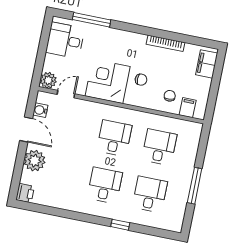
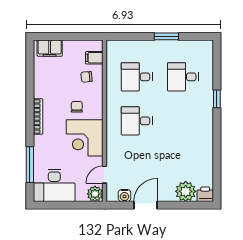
desk: (65, 40) -> (54, 185), width x1.37
bookcase: (166, 43) -> (38, 117), moved
door: (66, 94) -> (105, 175), hinge flipped
plant: (35, 161) -> (186, 191), moved
desk: (105, 185) -> (183, 121), removed
window: (195, 186) -> (166, 36), width x0.69

